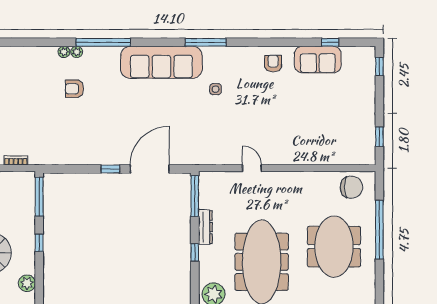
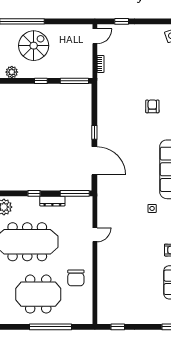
chair: (351, 187) -> (76, 278), moved

